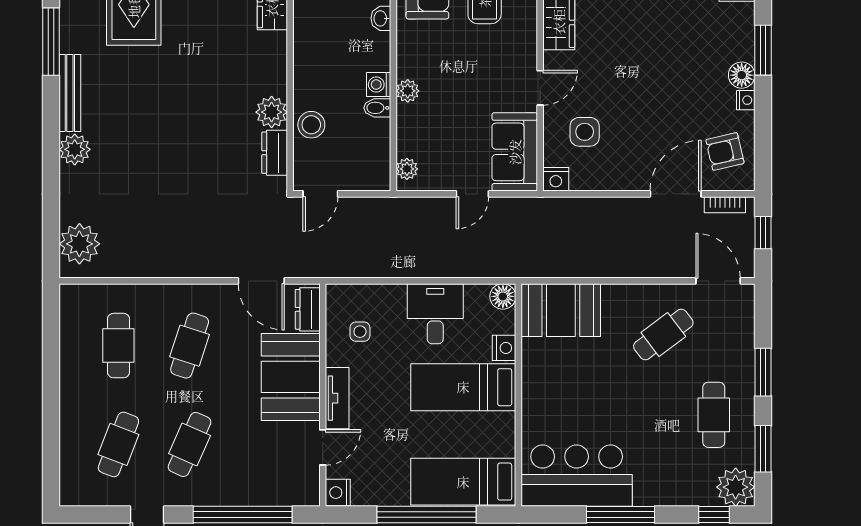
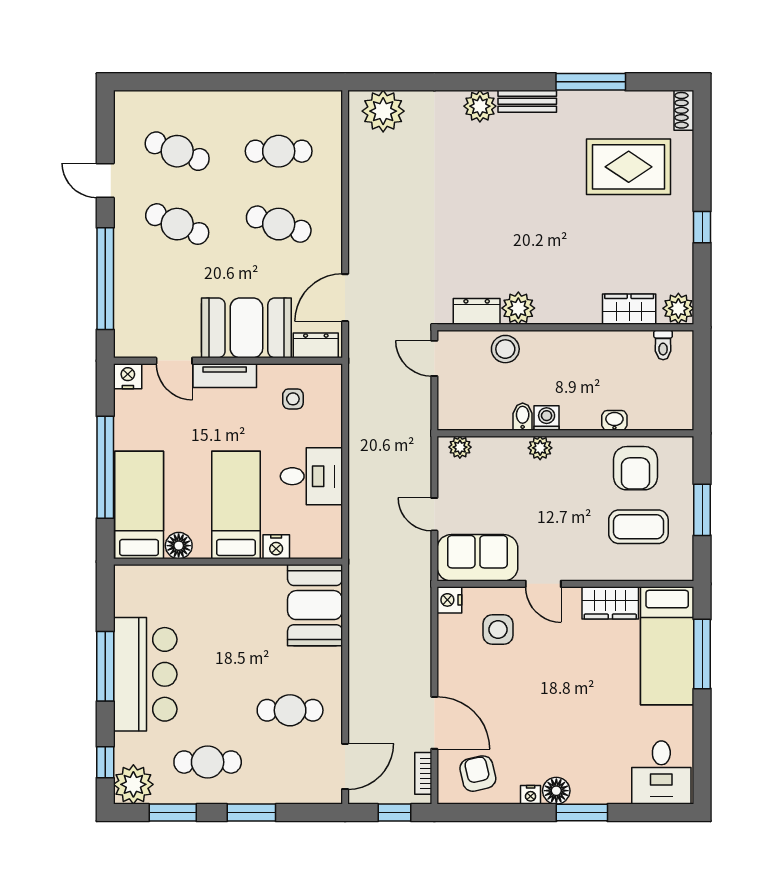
bench: (70, 93) -> (527, 101), width x0.73
floor lamp: (503, 296) -> (179, 546), moved
cafe table: (663, 335) -> (290, 710), turned -53
bar counter: (577, 476) -> (145, 674), moved

